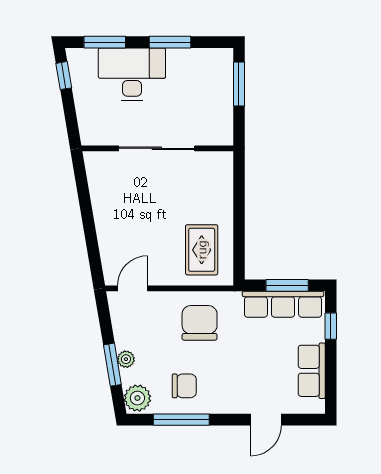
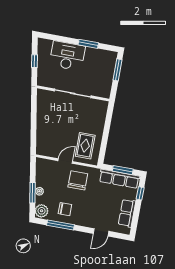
window: (105, 42) -> (57, 38), removed
window: (64, 76) -> (34, 61), moved
door: (133, 288) -> (65, 161), moved

